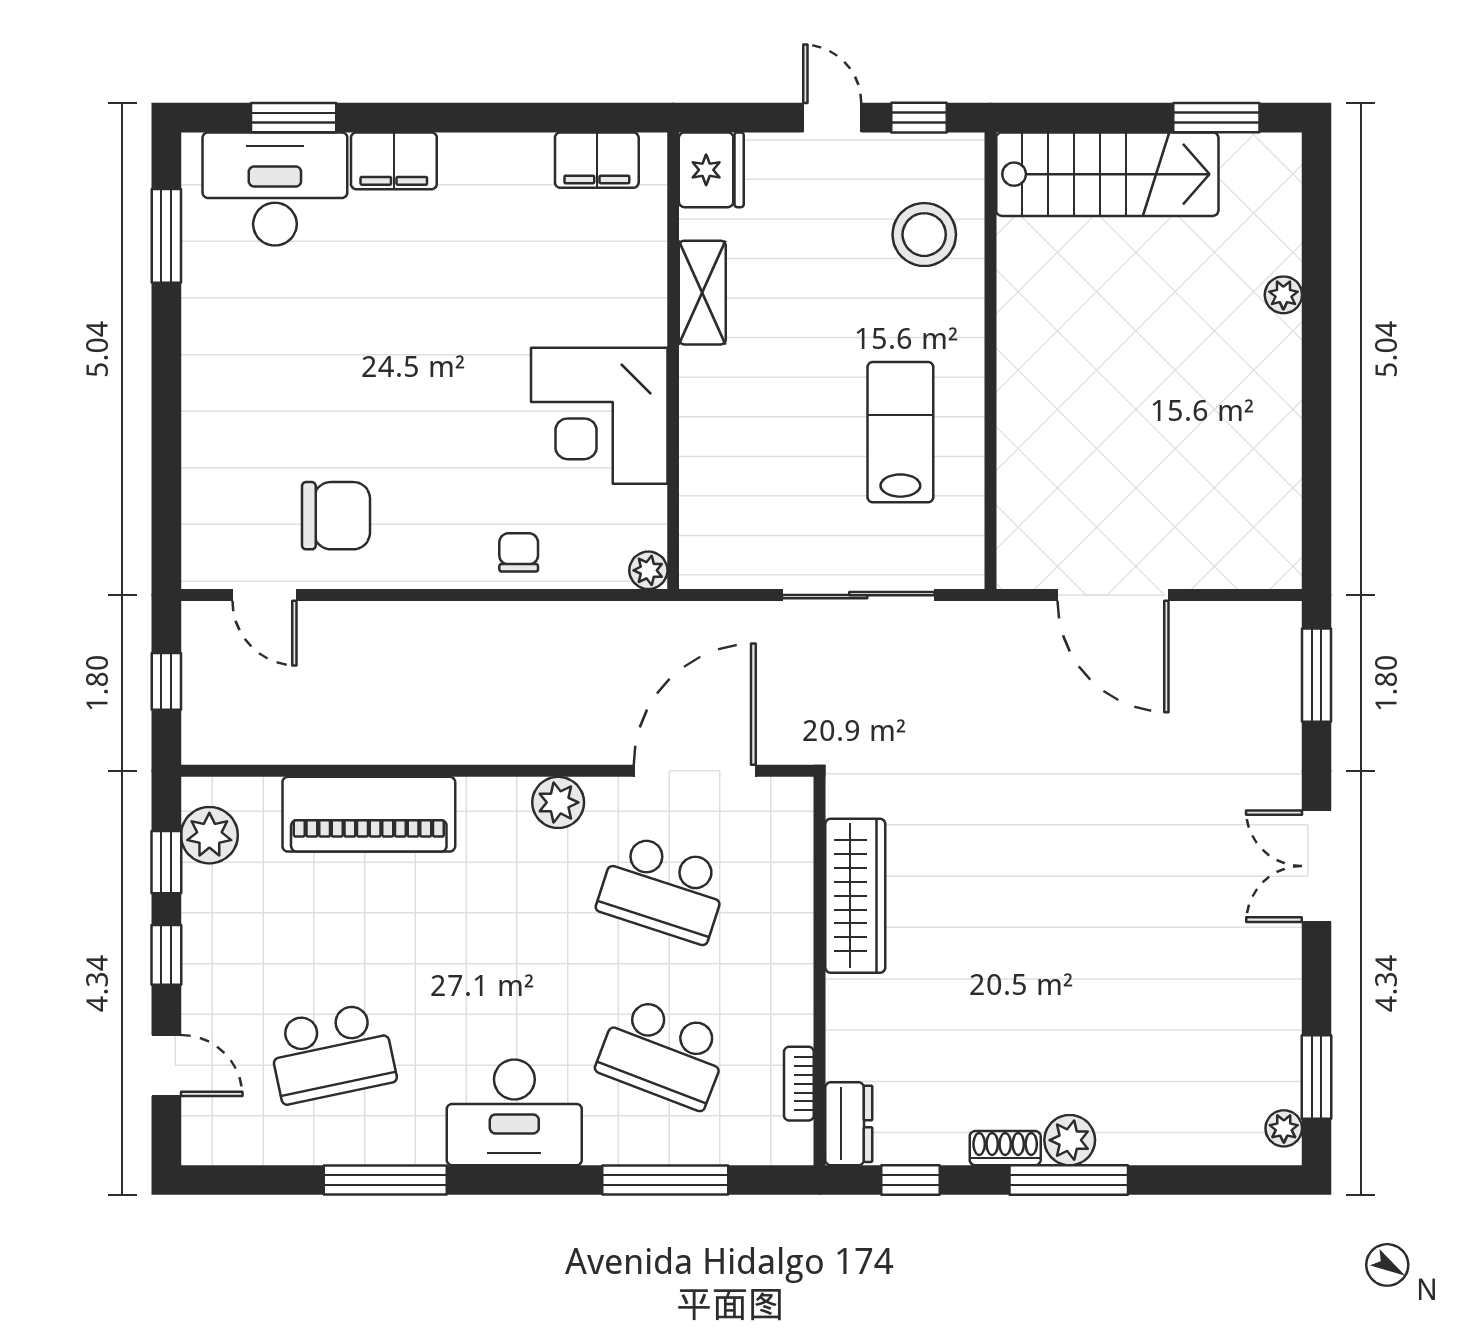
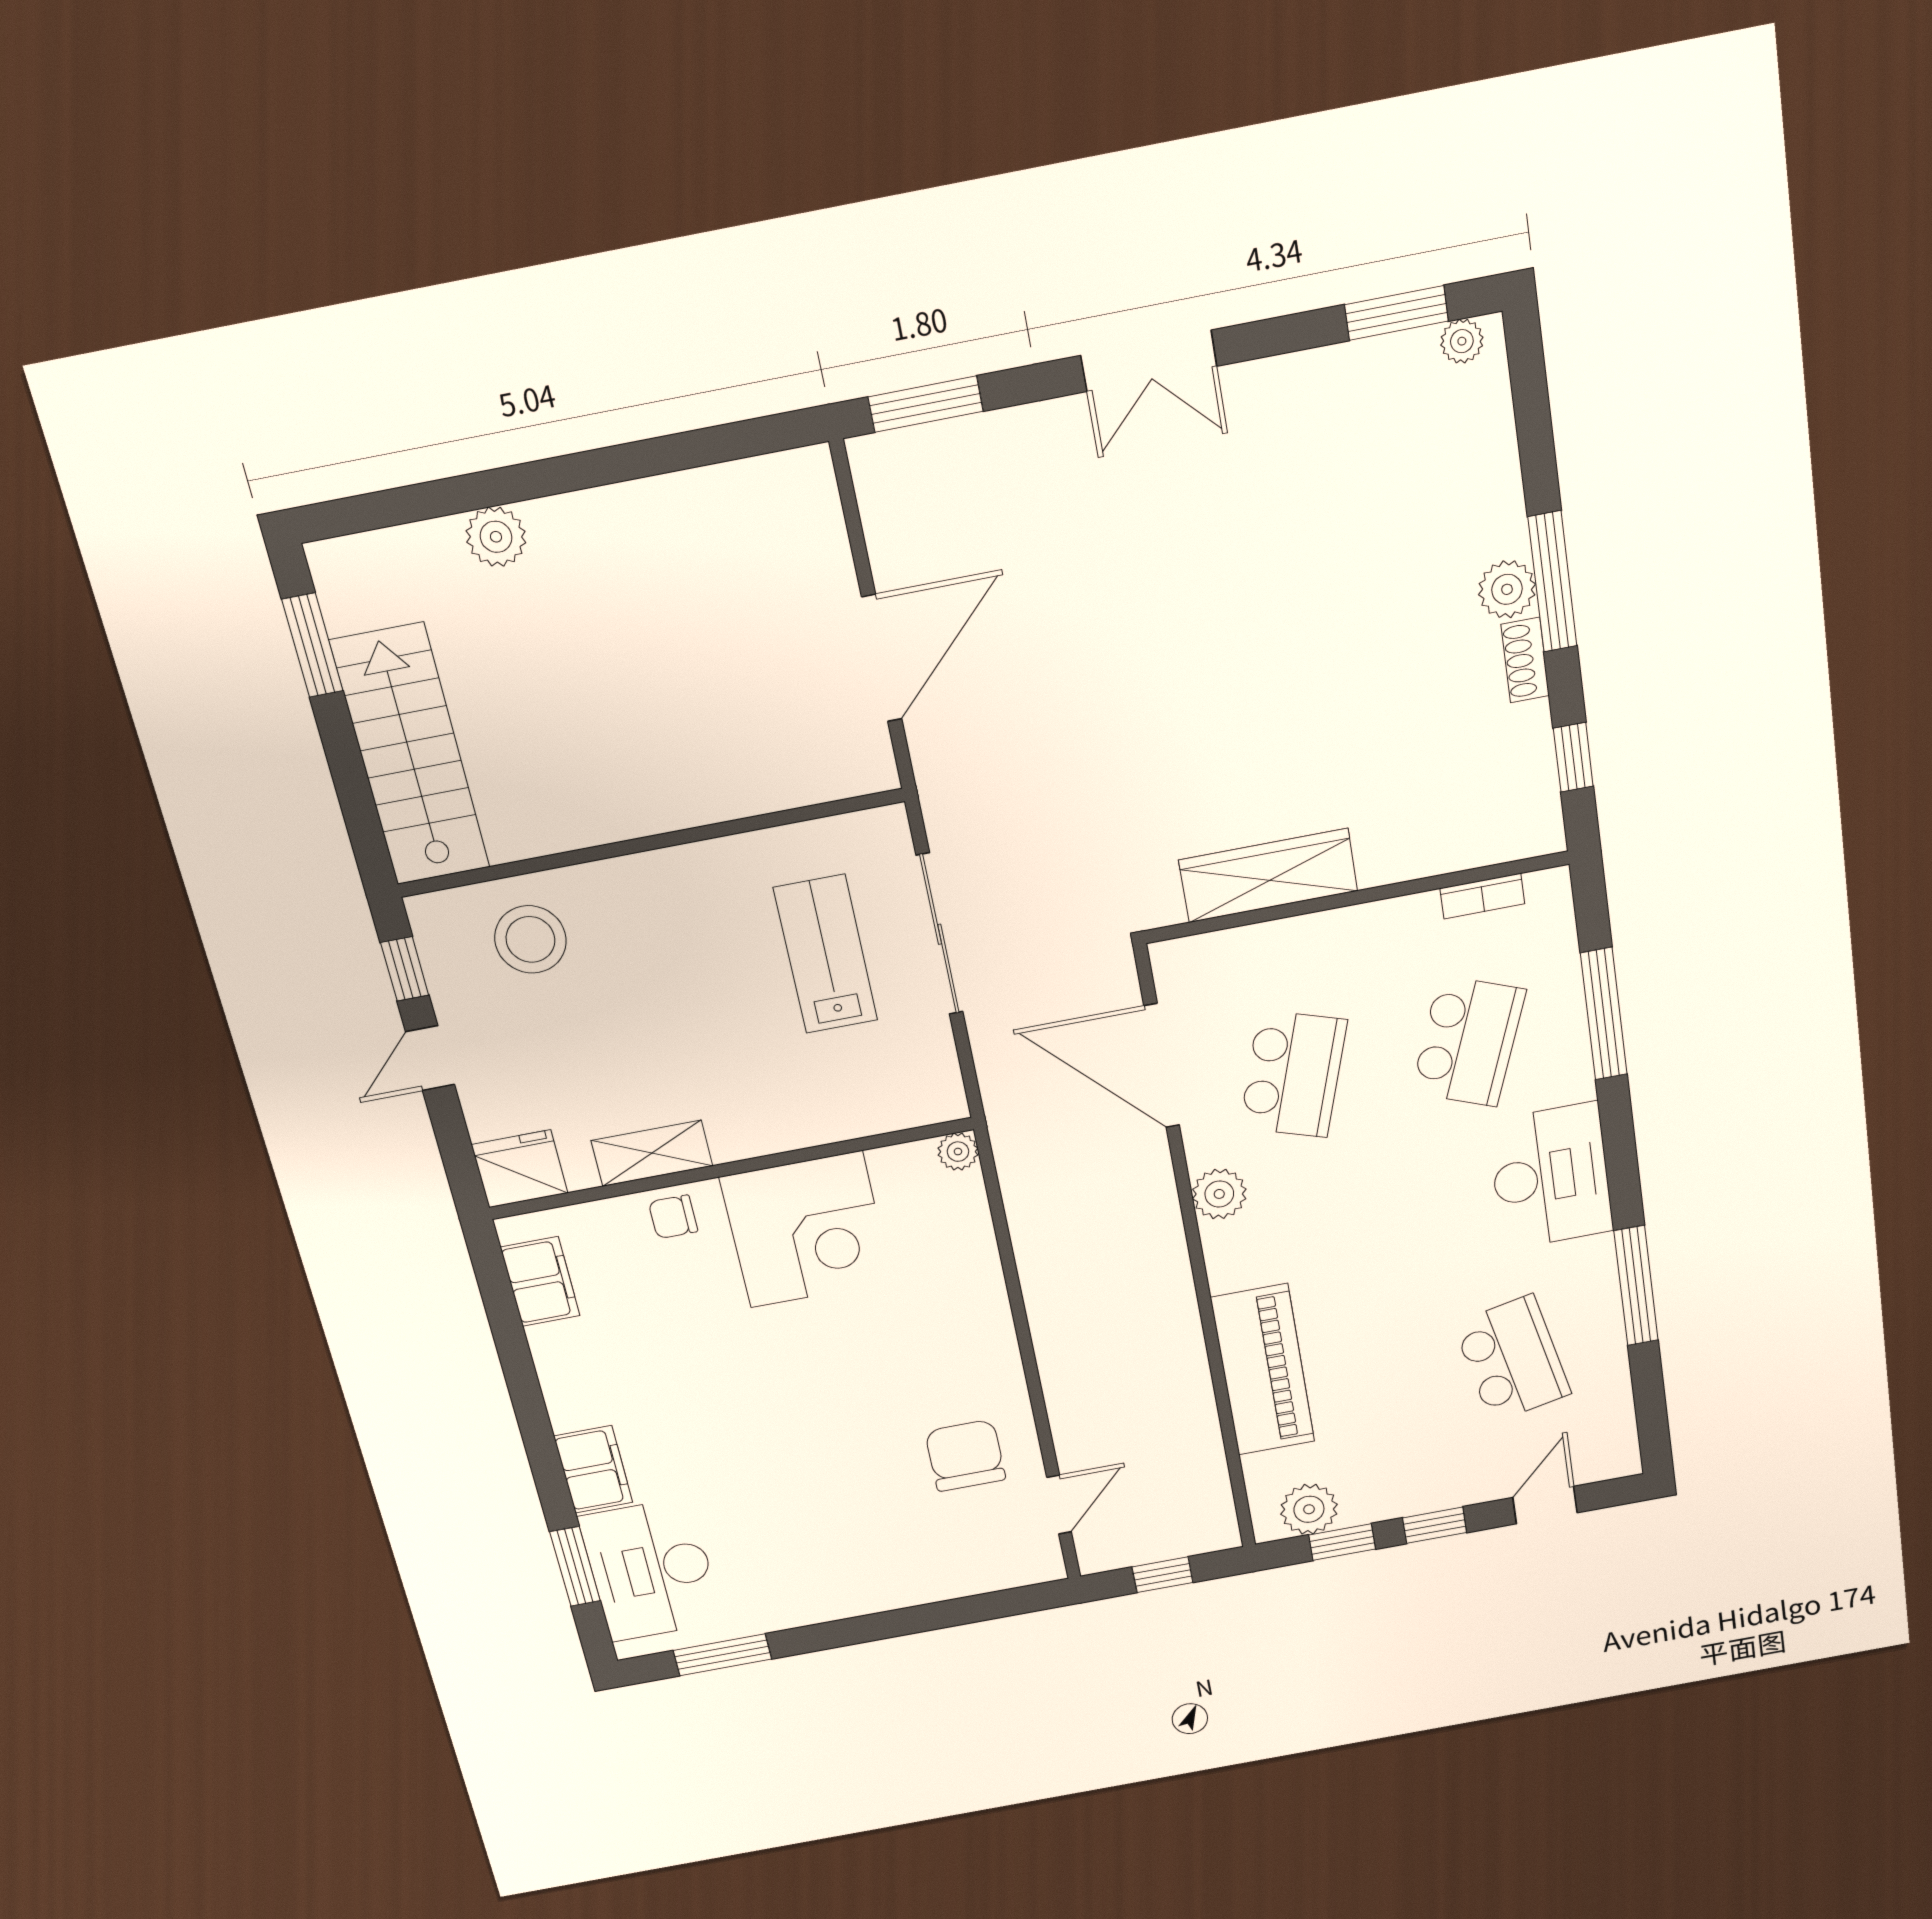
plant: (1283, 295) -> (496, 537), width x1.38, depth x1.38
lab bench: (900, 432) -> (826, 954), moved, turned 90
chair: (519, 552) -> (673, 1217), moved
dresser: (849, 1124) -> (1519, 835), removed

